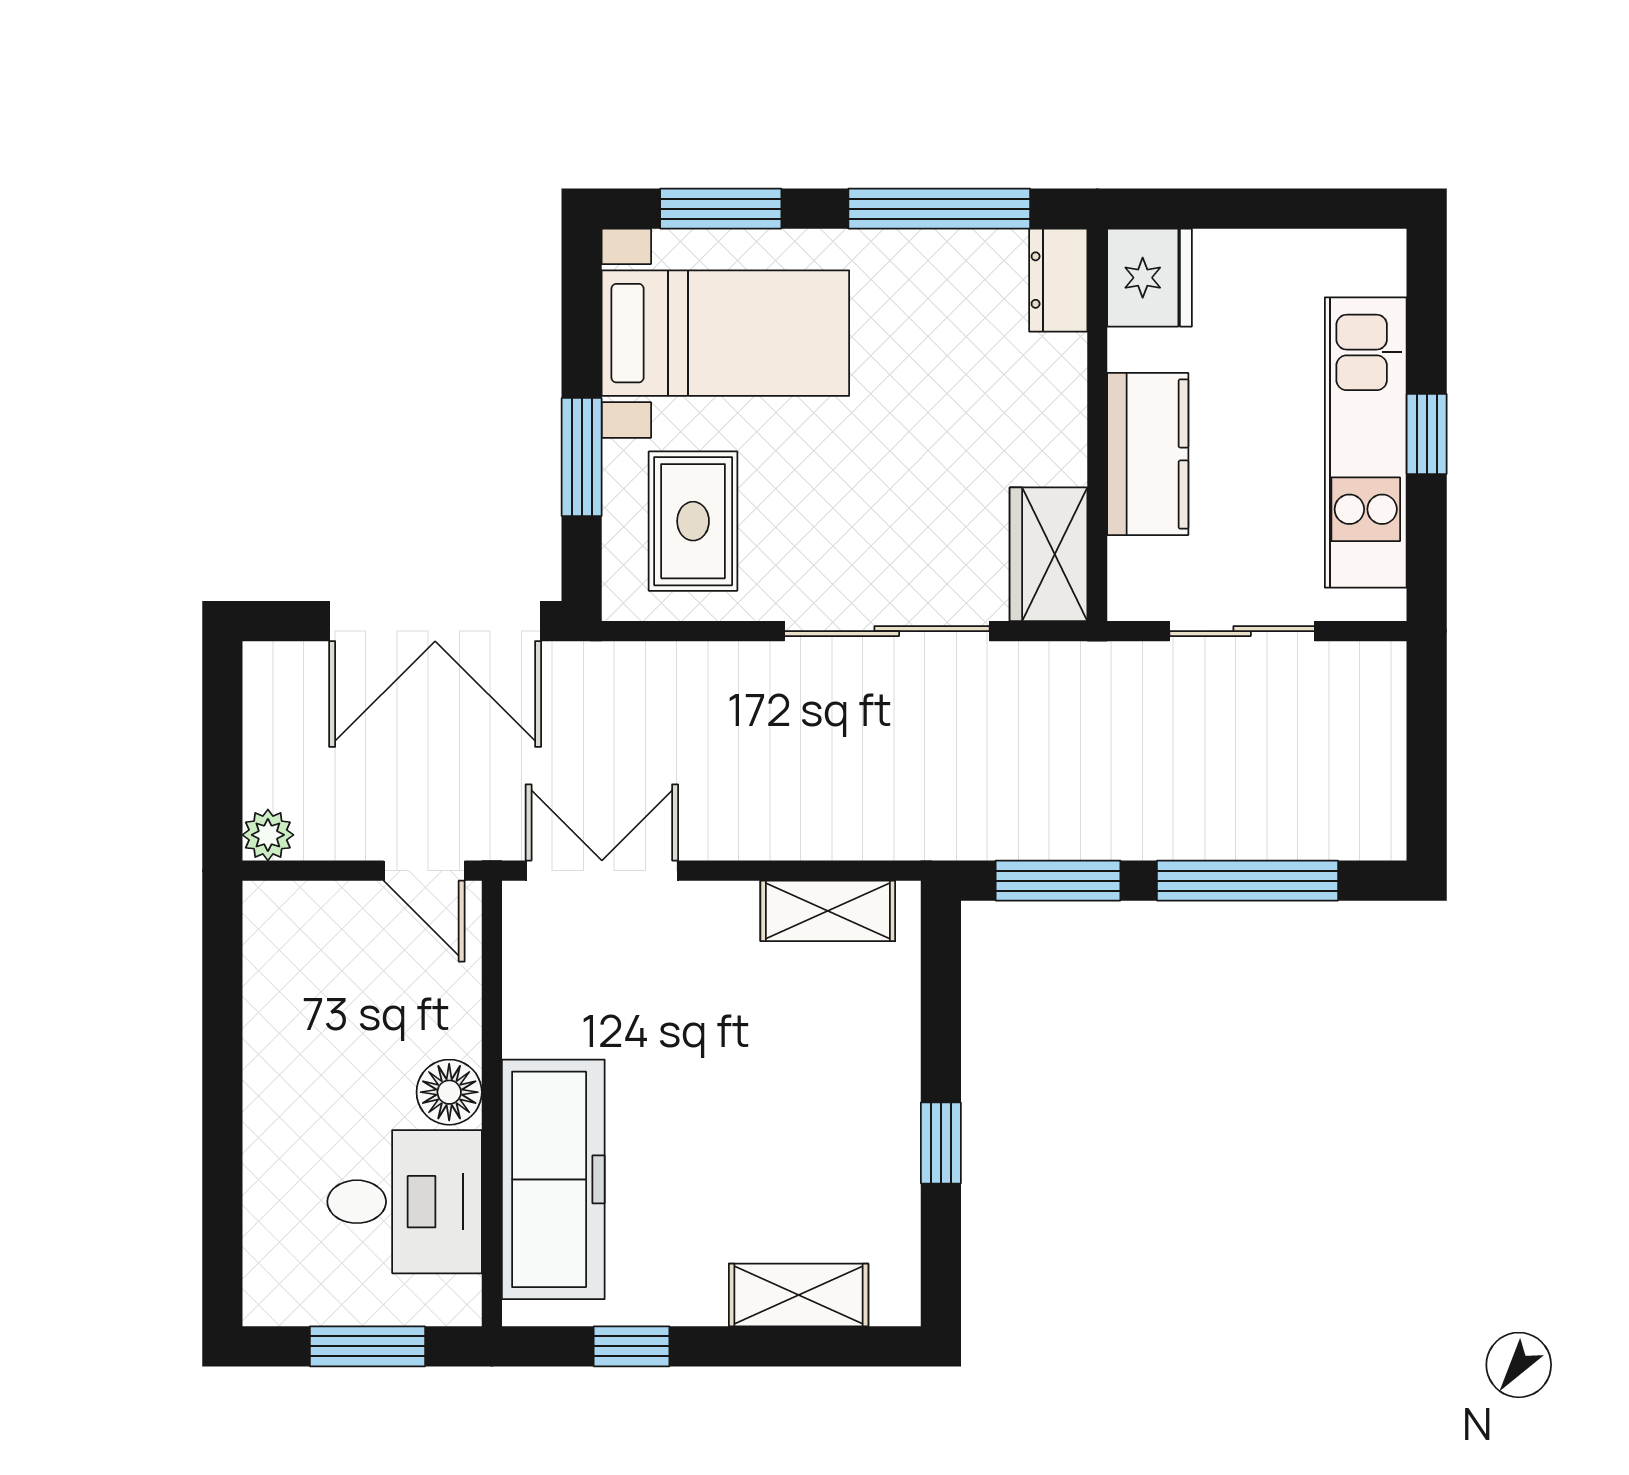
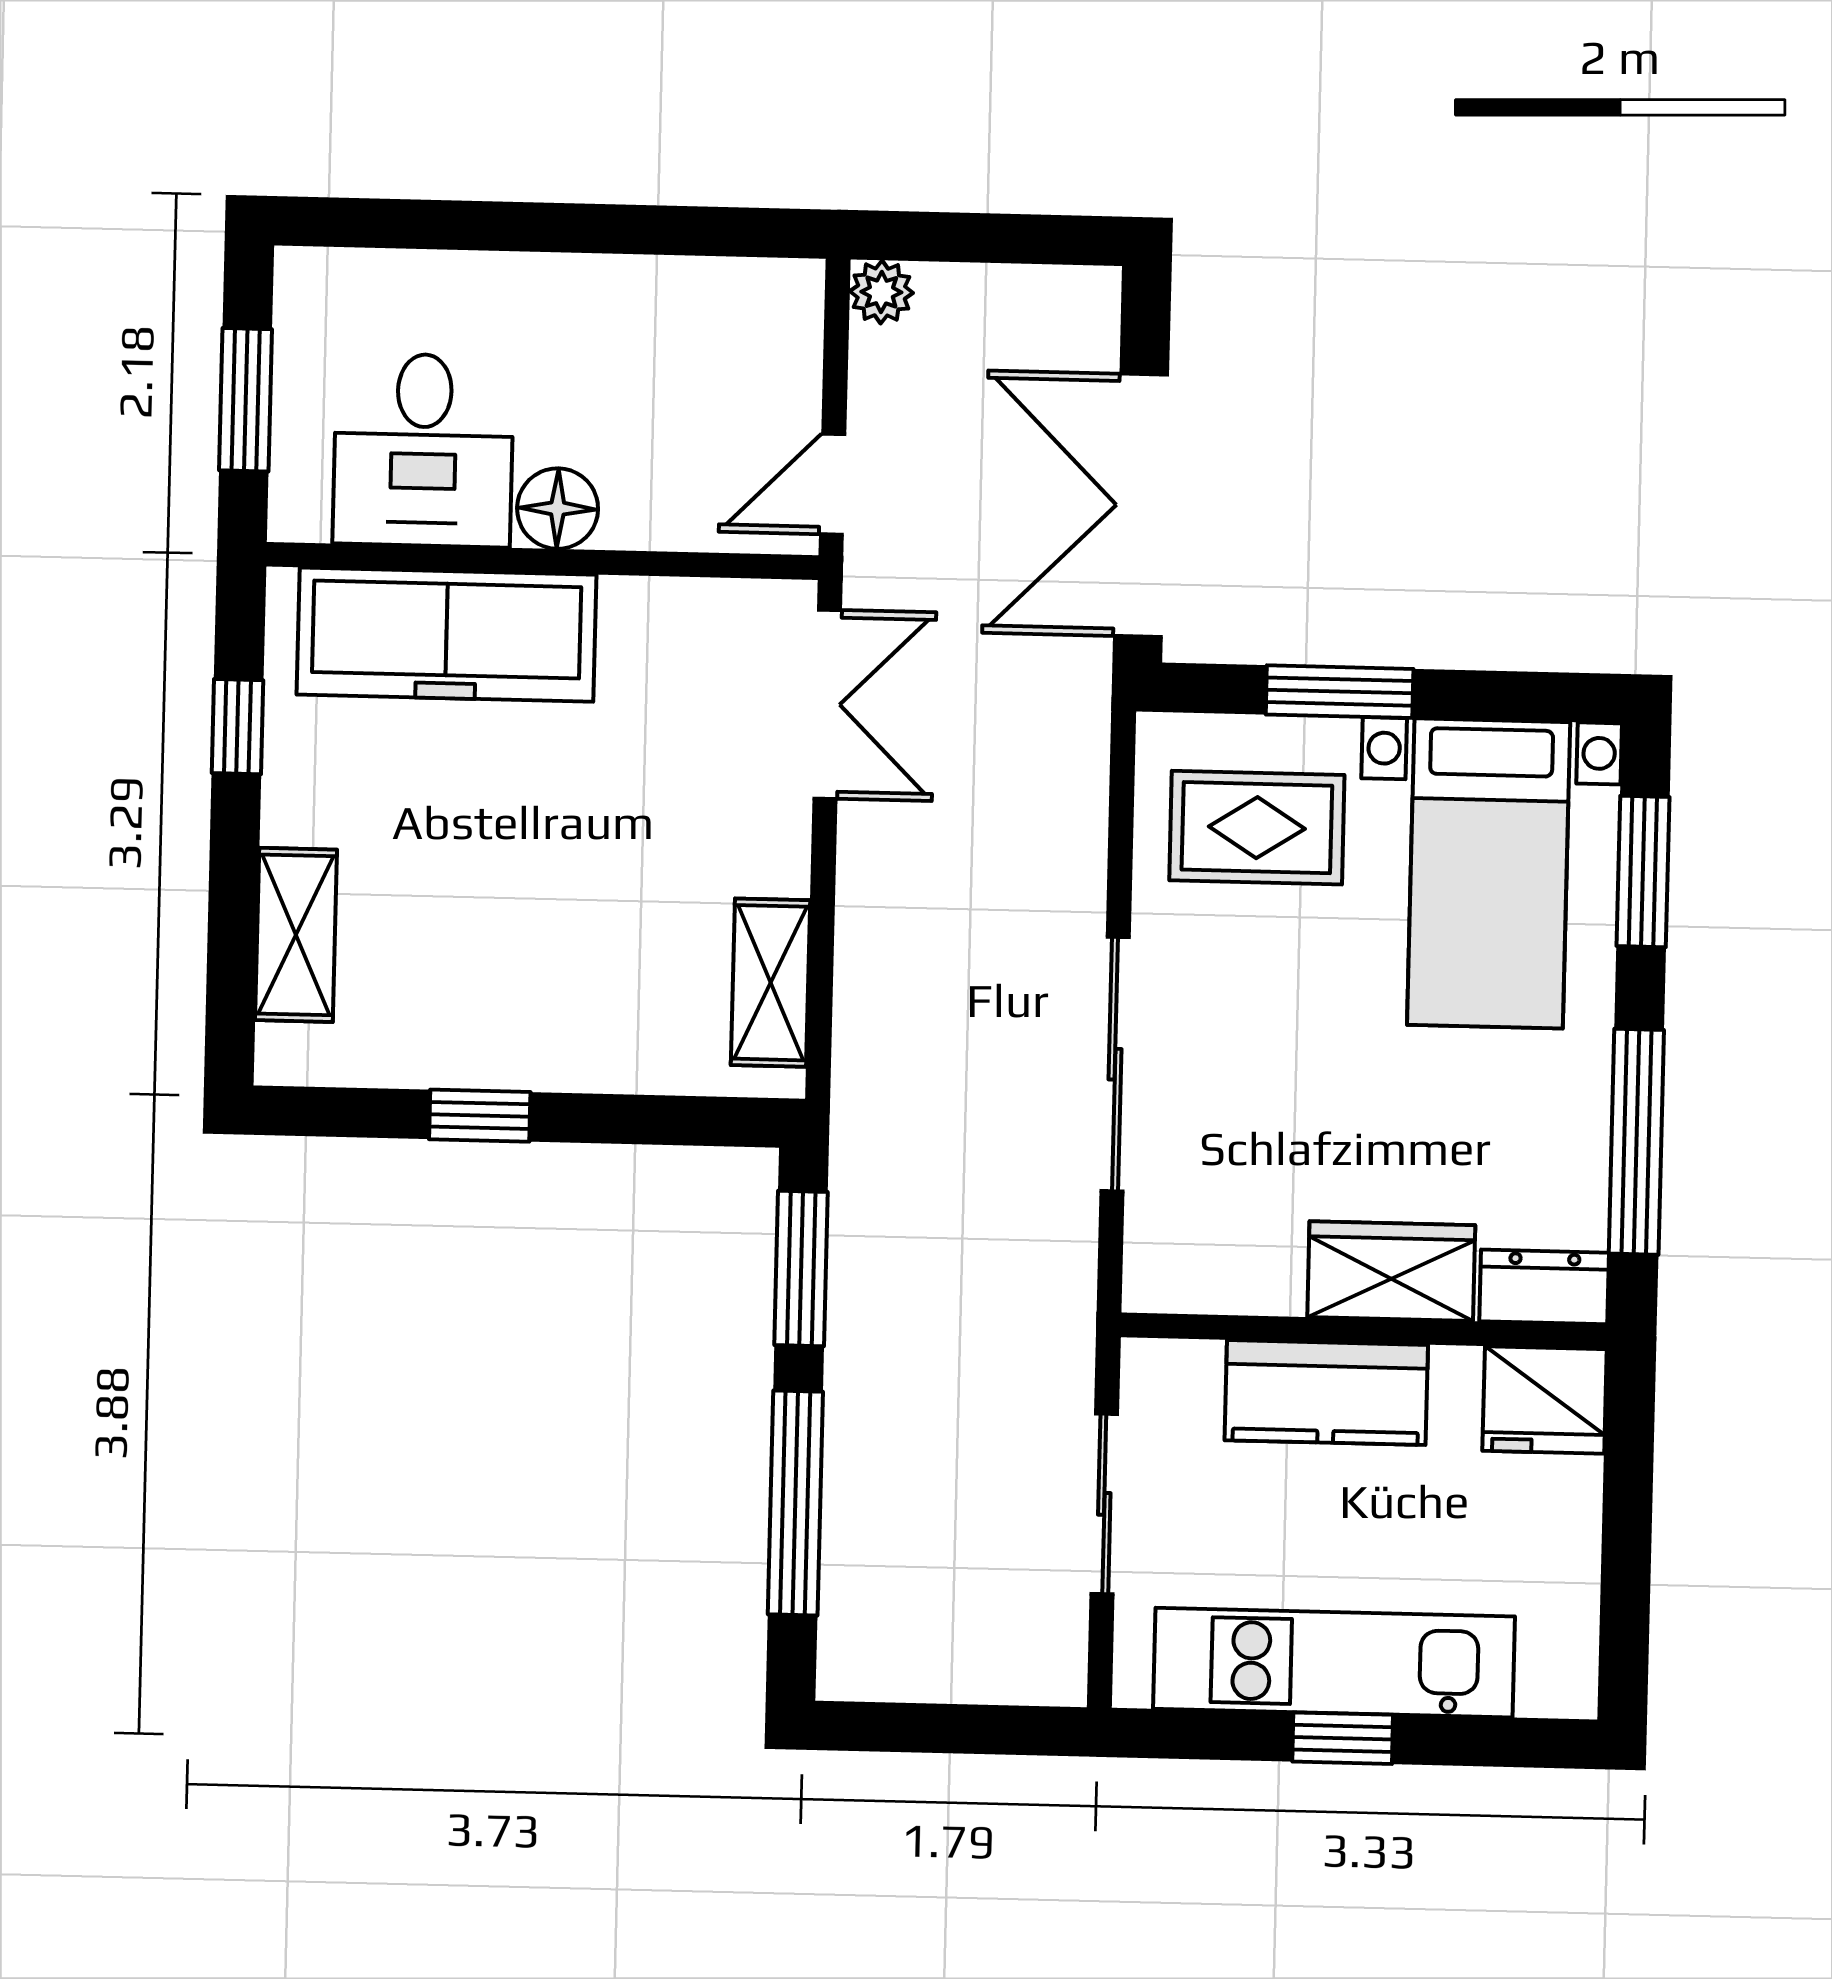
wardrobe: (1048, 554) -> (1391, 1271), moved

